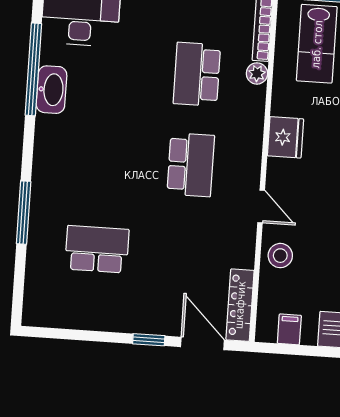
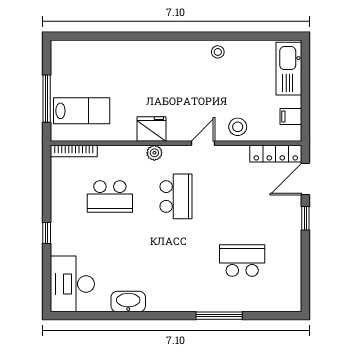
window: (33, 69) -> (114, 316), removed
plant: (257, 73) -> (154, 153), moved
school desk: (191, 165) -> (176, 196), turned 90
school desk: (97, 249) -> (242, 261), turned 90

